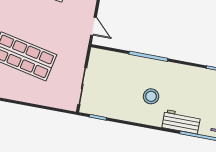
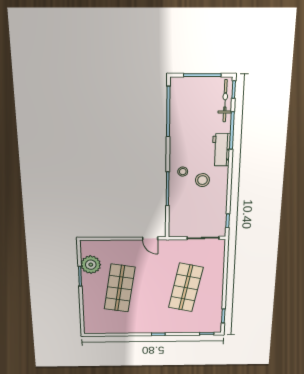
door: (93, 26) -> (150, 238), swing flipped
stool: (165, 76) -> (183, 172), added

